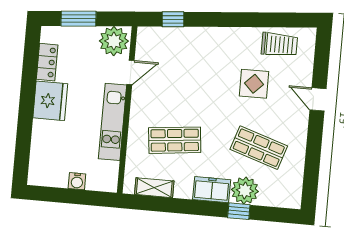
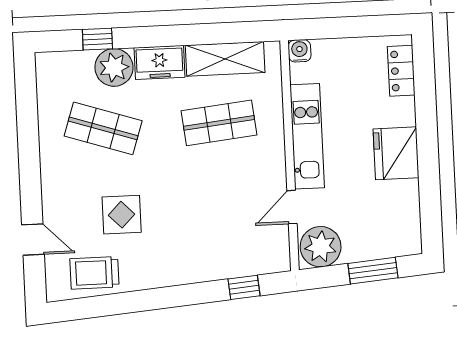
locker: (47, 62) -> (401, 71), moved
door: (318, 99) -> (33, 239), moved
water cooler: (77, 181) -> (300, 51), moved
shelving: (154, 188) -> (225, 59), width x1.50, depth x1.33
window: (239, 211) -> (97, 39), moved

